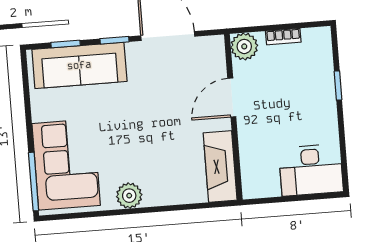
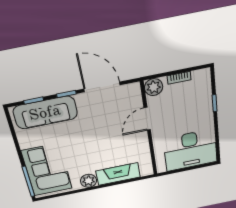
fireplace: (220, 166) -> (118, 174), moved, turned 90
desk: (311, 170) -> (190, 150), width x1.36, depth x1.30

